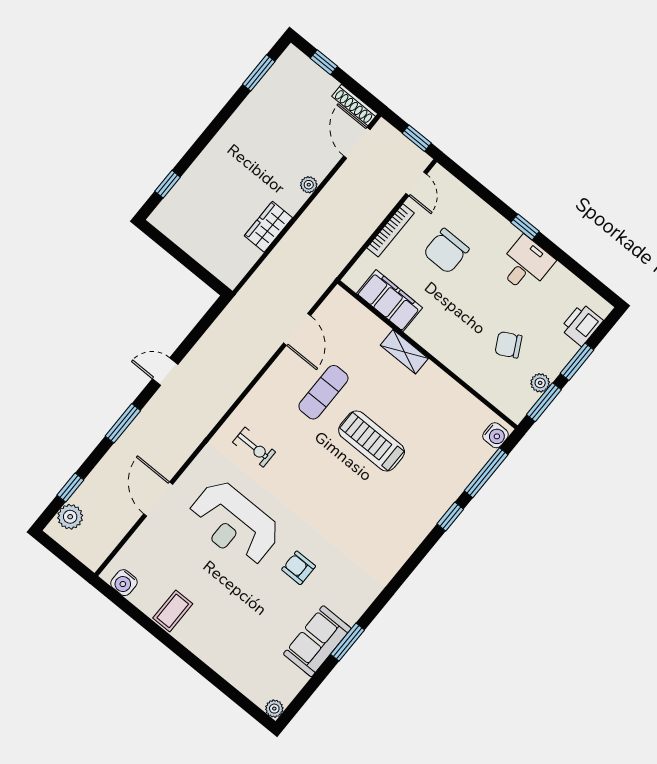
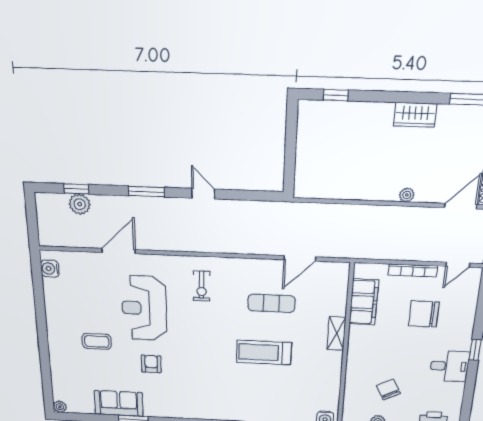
wardrobe: (268, 227) -> (415, 115), moved, turned 180
treadmill: (372, 441) -> (264, 352), turned -90
plant: (70, 517) -> (80, 204), moved
coffee table: (173, 611) -> (97, 341), moved

